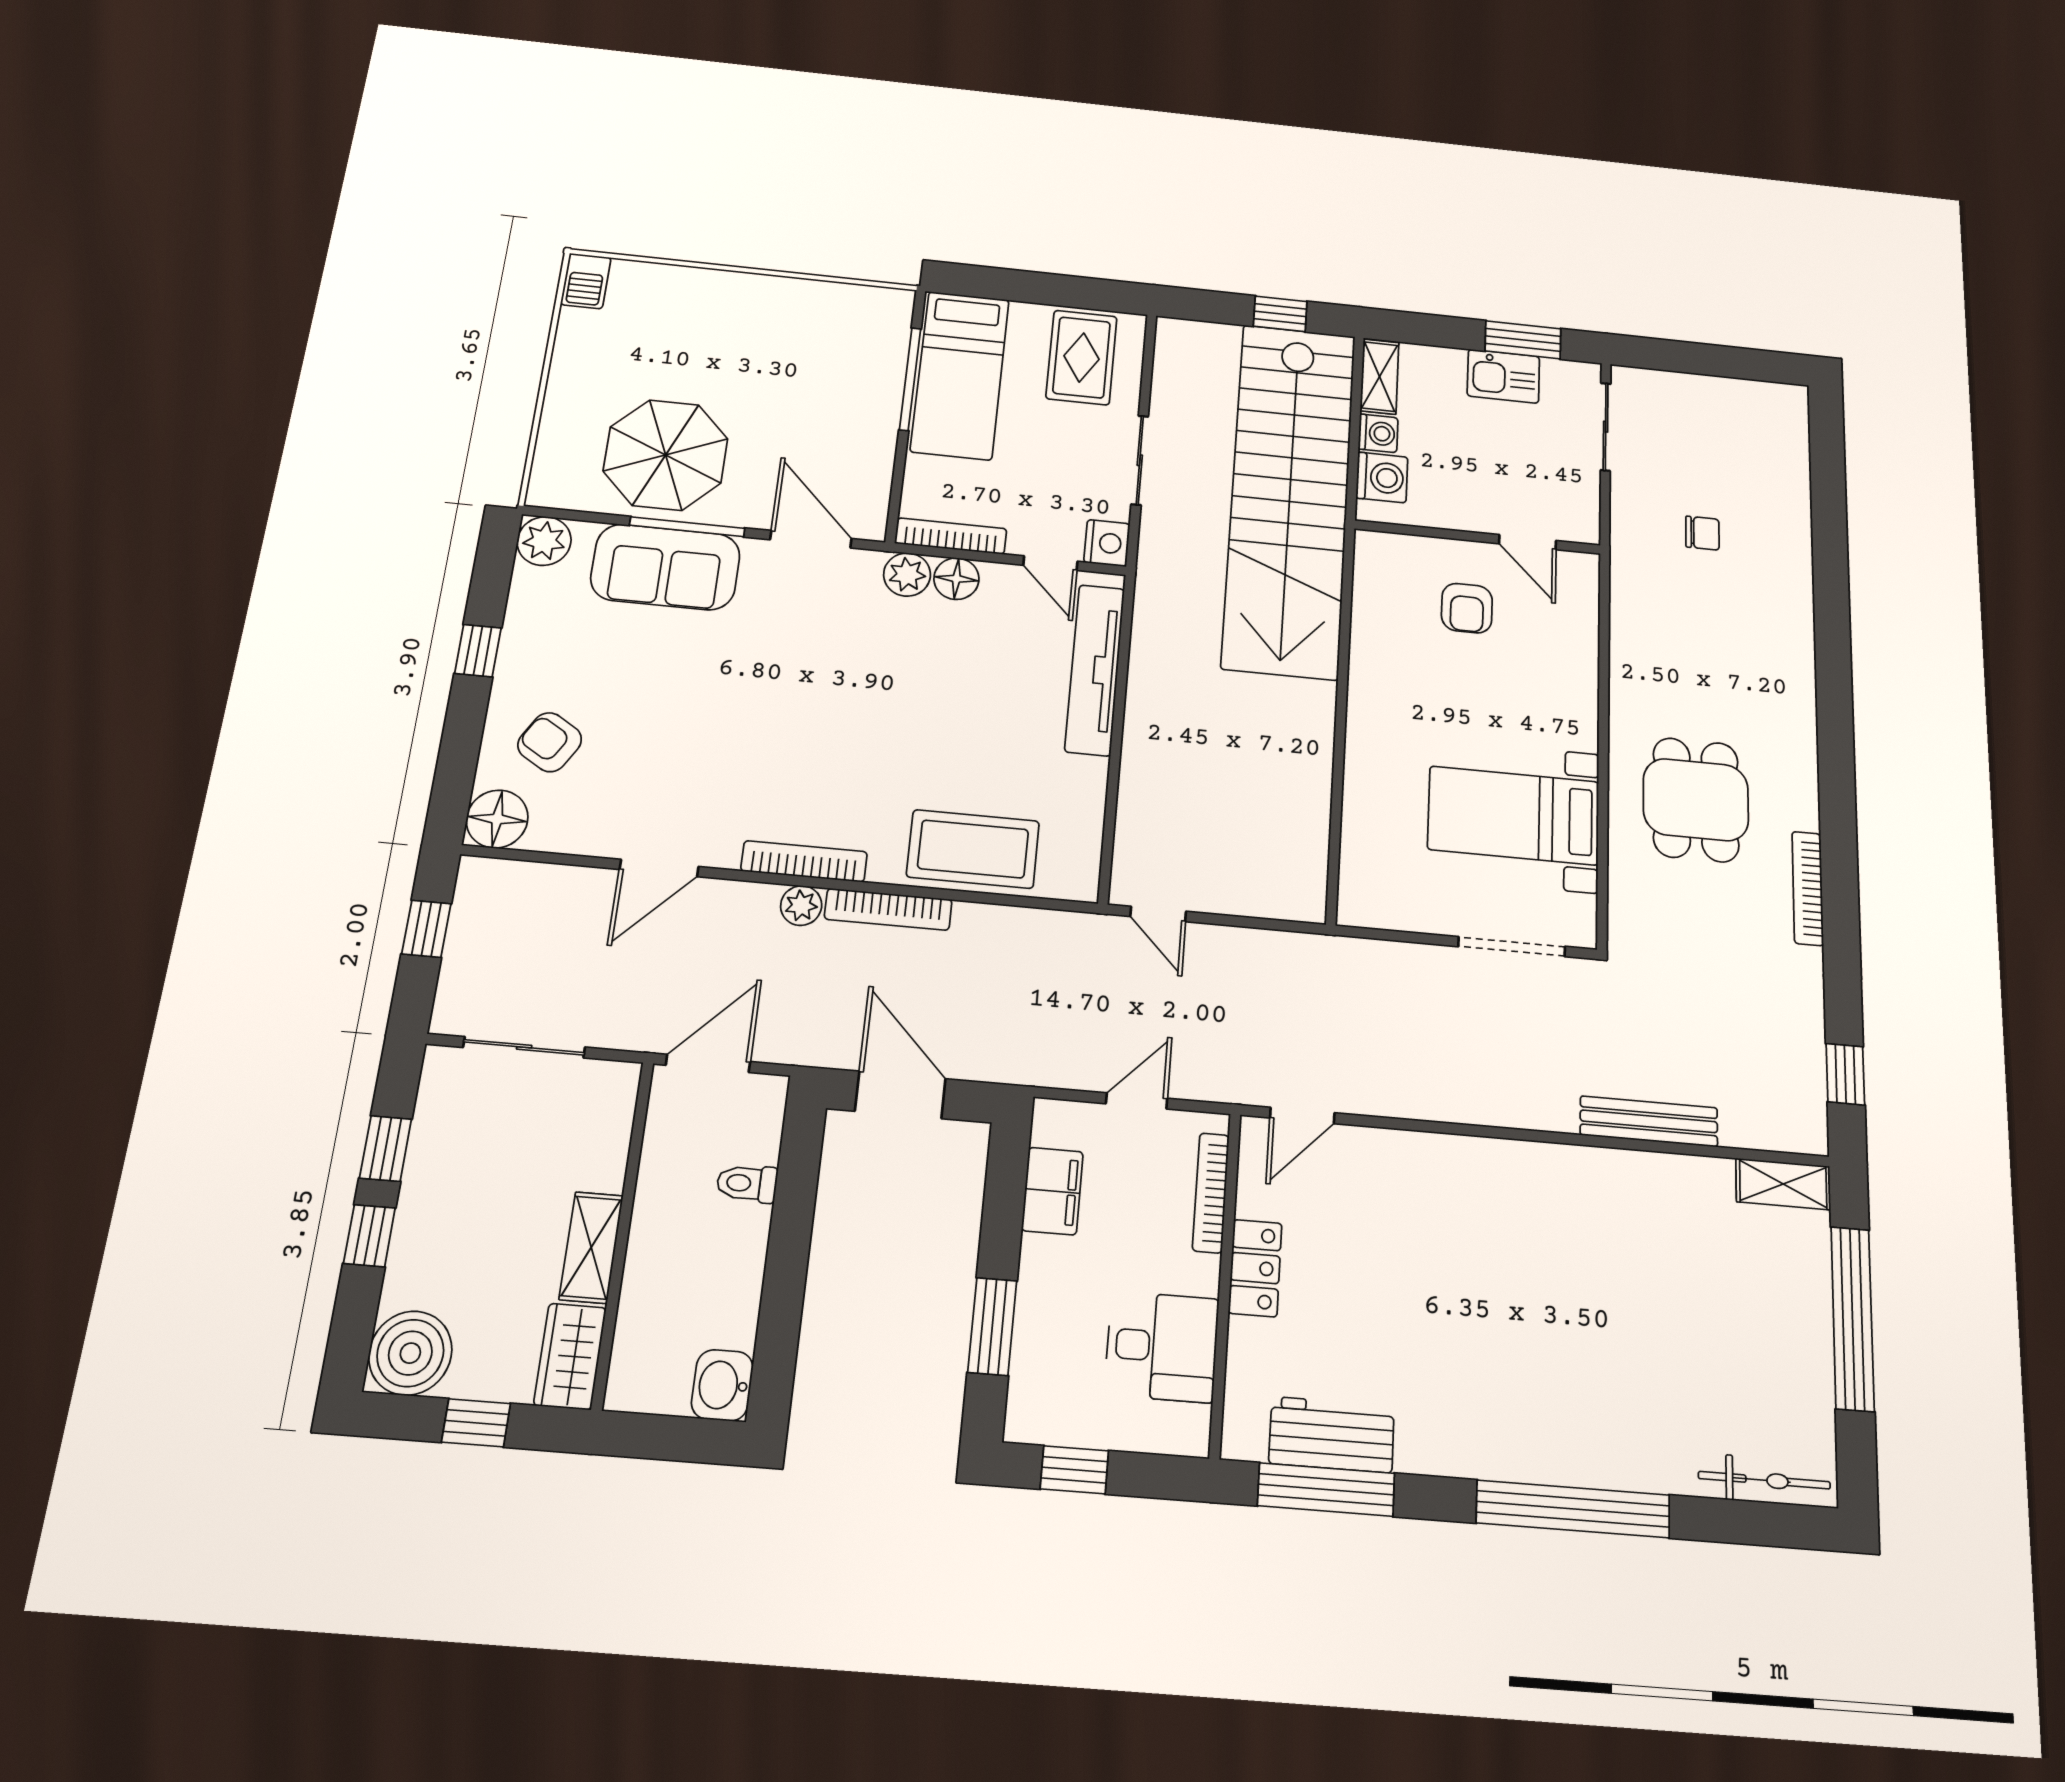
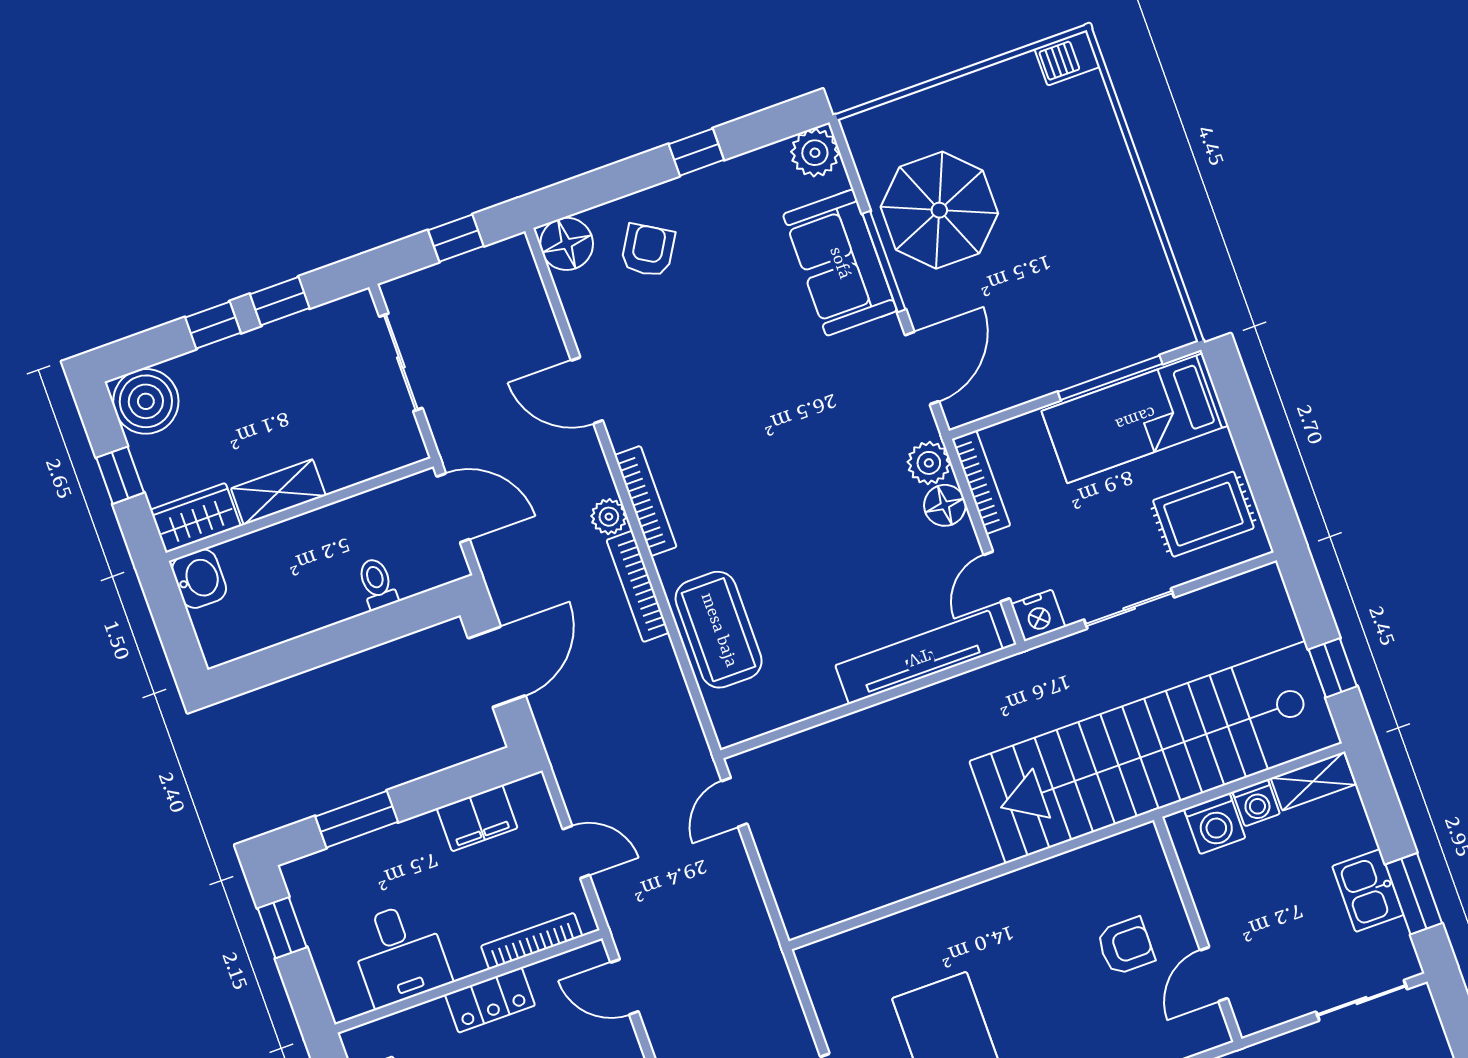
armchair: (1467, 608) -> (1126, 946), turned 180
washbasin: (722, 1385) -> (199, 579), moved, turned 90

